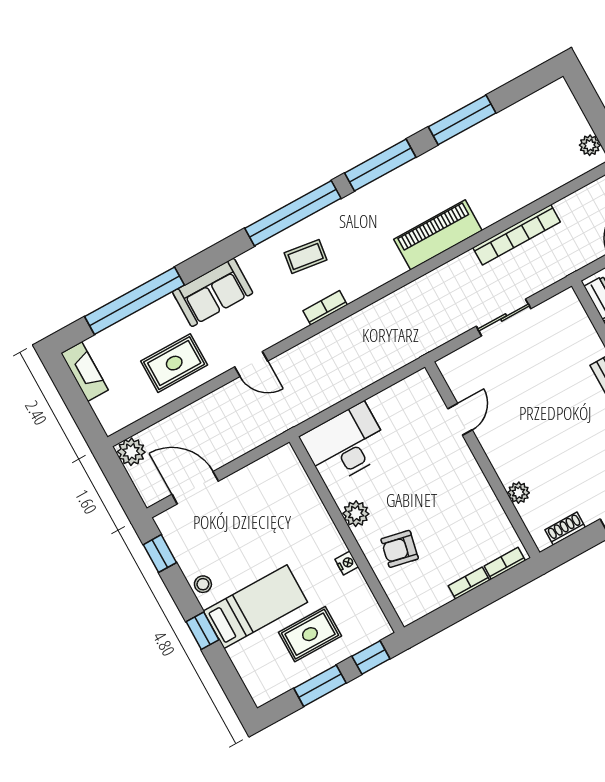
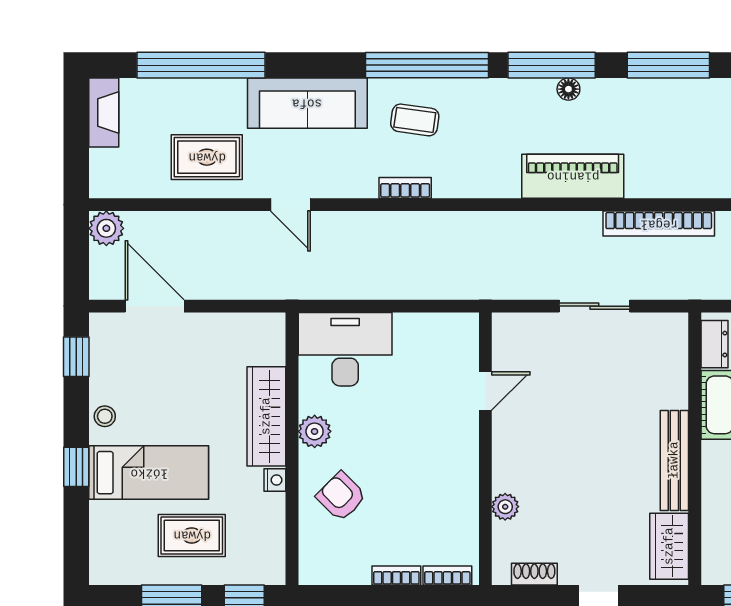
floor lamp: (401, 175) -> (568, 89), added
sofa: (213, 292) -> (307, 103), width x1.36
wardrobe: (316, 522) -> (266, 416), added
armchair: (400, 549) -> (341, 496), turned 33

